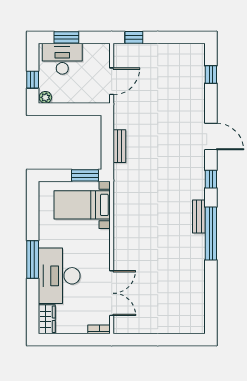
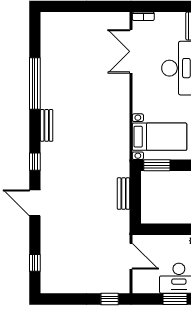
door: (112, 81) -> (131, 256), swing flipped
window: (211, 234) -> (35, 84), moved

